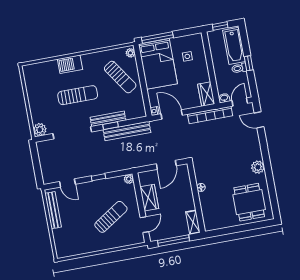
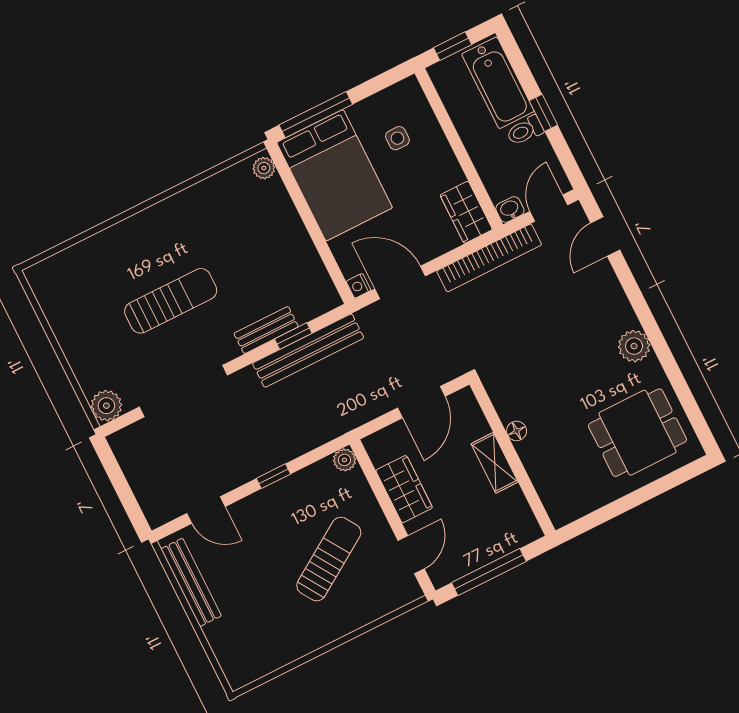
barbecue: (70, 64) -> (132, 235), removed
sun lounger: (120, 77) -> (256, 231), removed
bench: (108, 119) -> (266, 330), width x0.73
door: (259, 120) -> (605, 236), hinge flipped
window: (111, 126) -> (293, 336), moved
dining table: (249, 202) -> (638, 433), turned 90
shelving: (193, 222) -> (495, 463), moved

